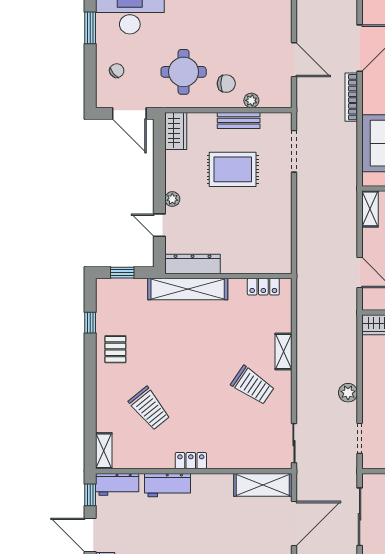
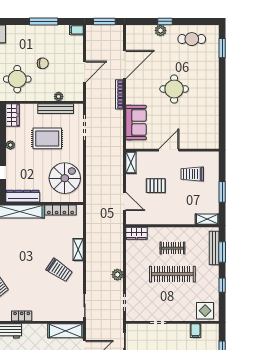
door: (294, 60) -> (85, 72), hinge flipped
chair: (226, 84) -> (43, 63), moved
bench: (239, 120) -> (56, 109), width x1.36
plant: (172, 199) -> (10, 145), moved
spiral stairs: (262, 235) -> (65, 178), added
locker: (263, 287) -> (60, 210), width x1.53

